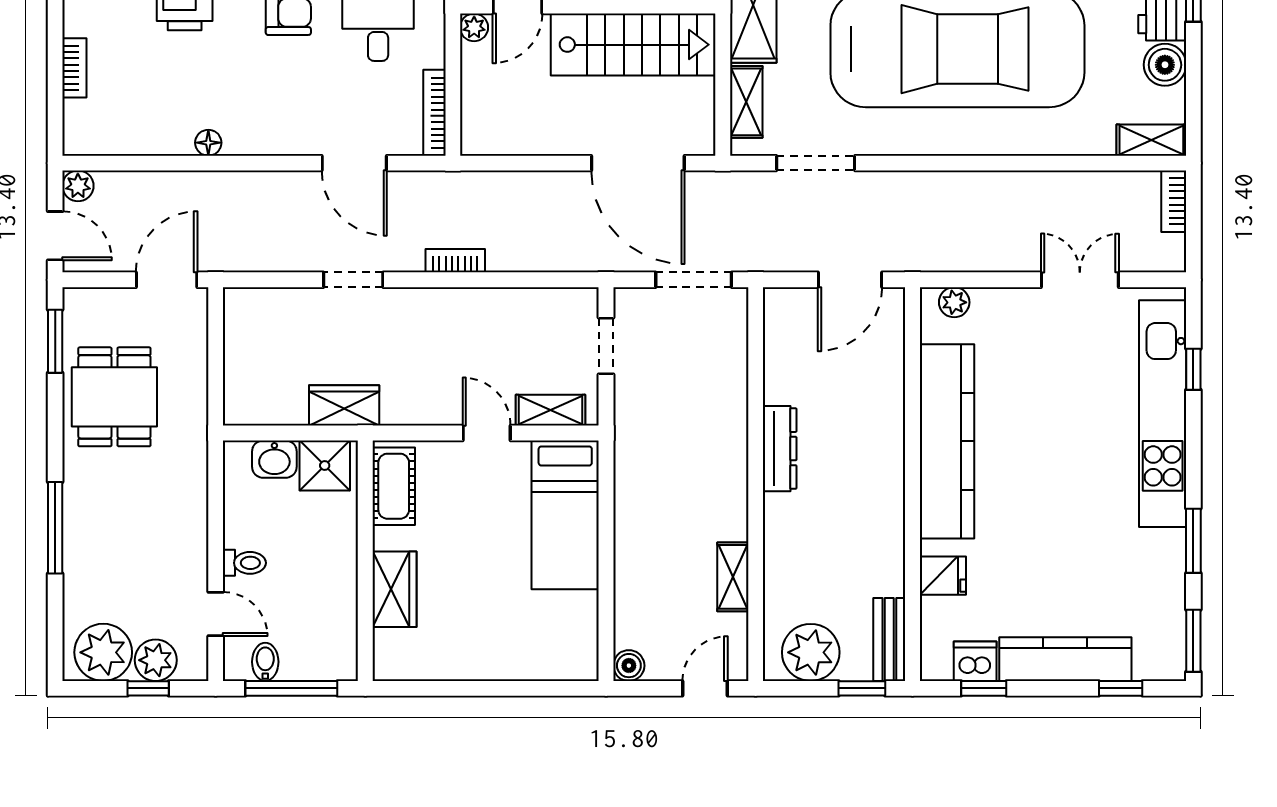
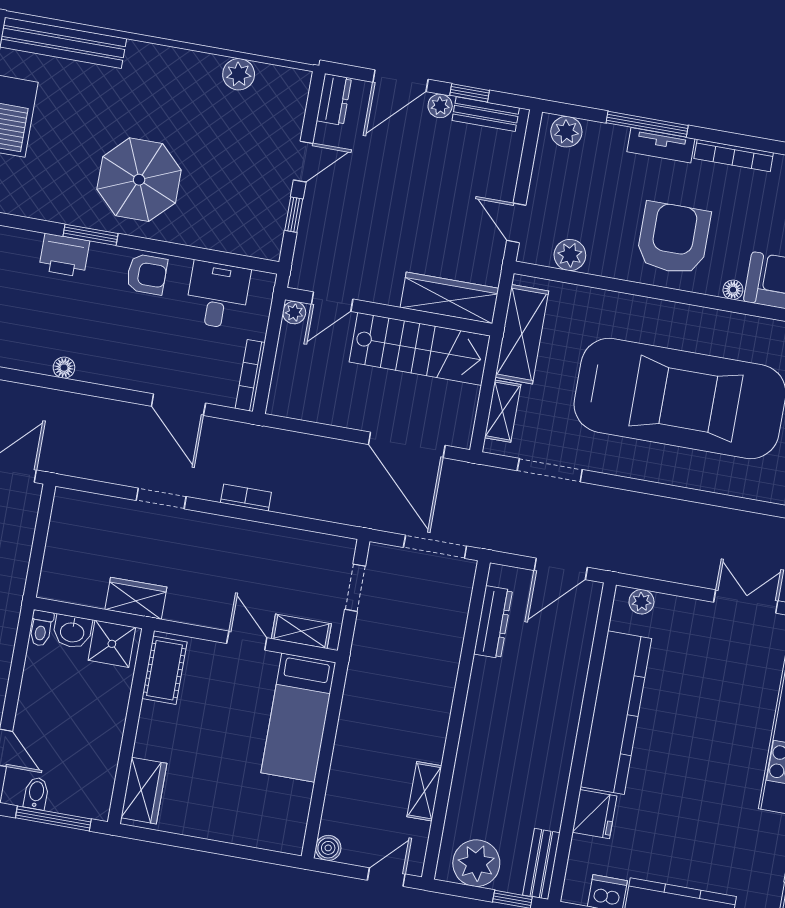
dresser: (780, 449) -> (493, 622), moved
toilet: (244, 563) -> (41, 628), moved, turned 90
fridge: (943, 576) -> (595, 814), width x1.38
wardrobe: (395, 589) -> (144, 791), moved

